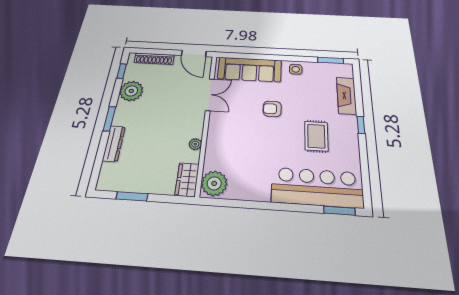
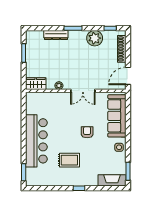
double door: (210, 95) -> (83, 91), moved
fireplace: (346, 96) -> (112, 180), moved
plant: (214, 183) -> (35, 100), removed
bar counter: (317, 187) -> (36, 141), moved

